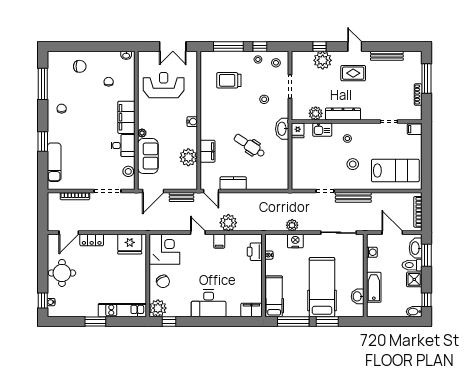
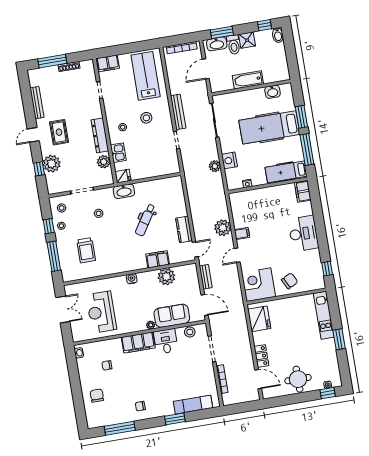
filing cabinet: (415, 129) -> (108, 63), width x2.00
printer: (255, 252) -> (246, 198), removed
washing machine: (372, 252) -> (228, 85), removed
bathtub: (374, 287) -> (248, 80), moved
plant: (158, 308) -> (316, 281), removed

